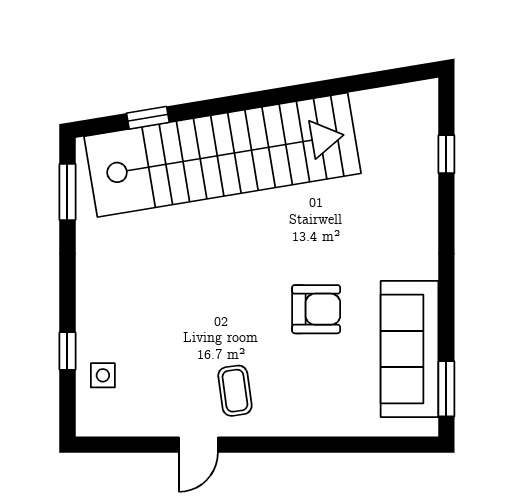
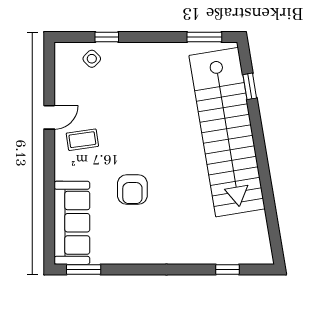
sofa: (409, 349) -> (72, 223), moved, turned 90
side table: (103, 375) -> (92, 59), turned 45
door: (198, 445) -> (49, 117), swing flipped

